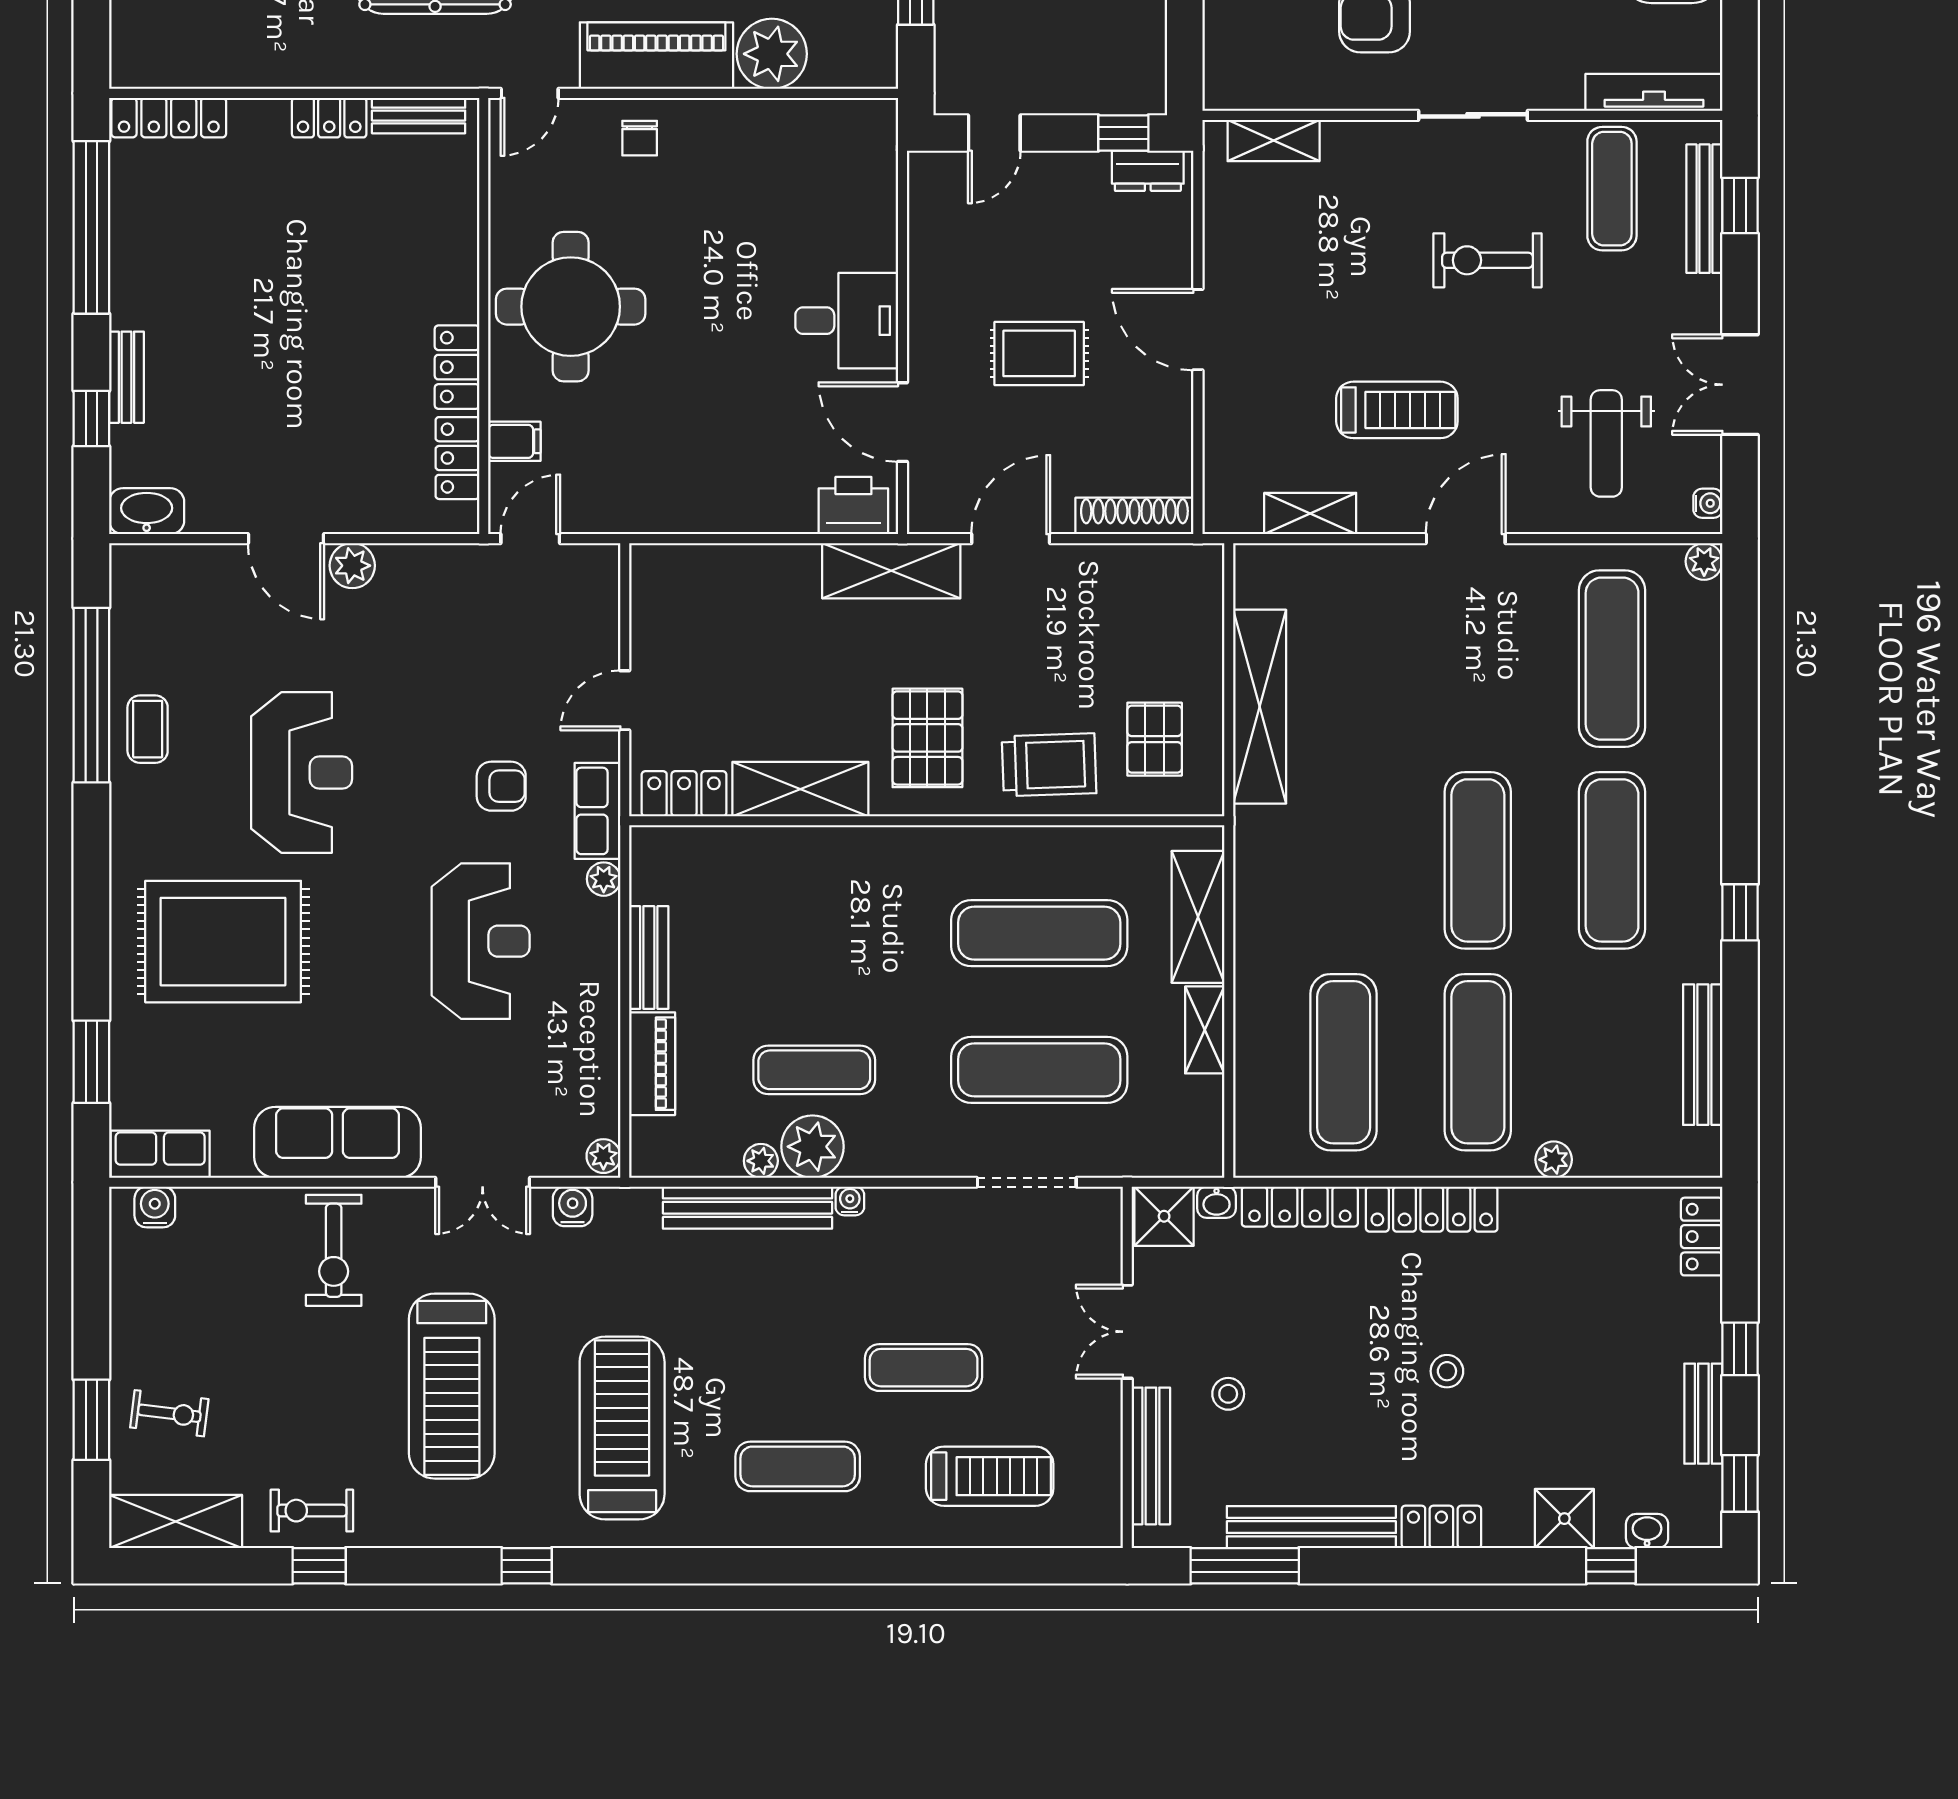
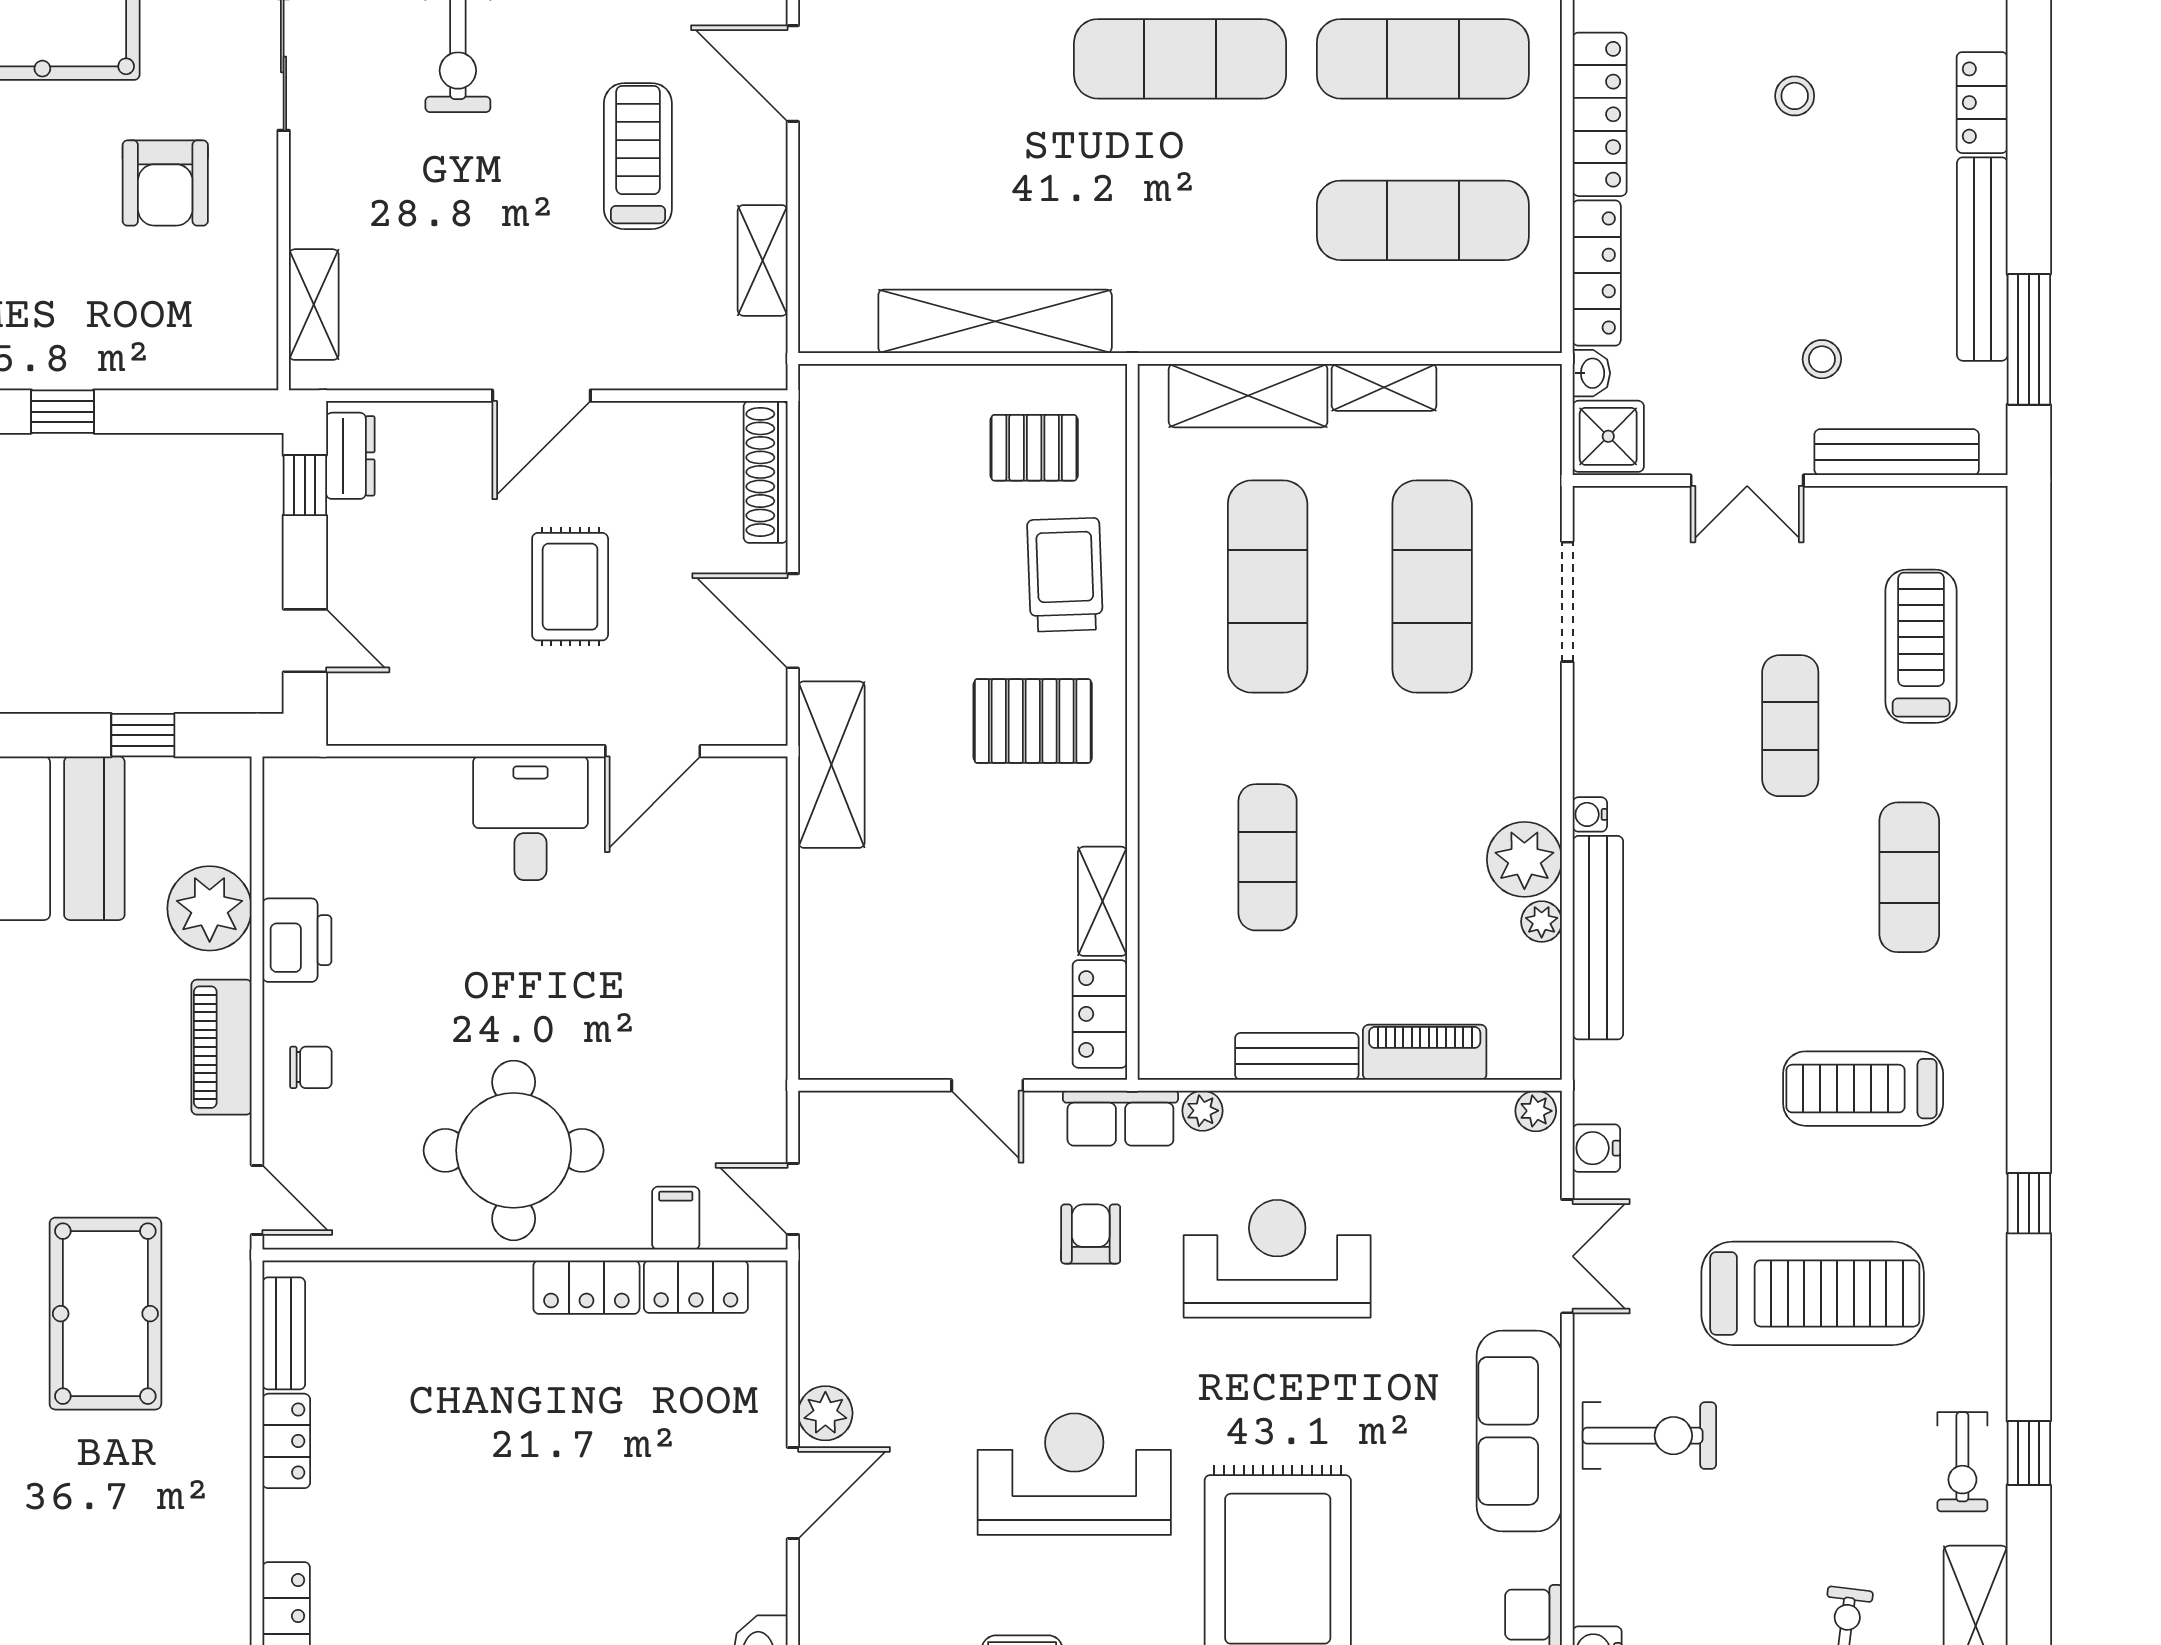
piano: (656, 56) -> (222, 1047), width x0.73, depth x0.75
printer: (853, 506) -> (297, 940), moved, turned 180
shelving: (800, 789) -> (1102, 901), width x0.67, depth x0.75
exercise mat: (814, 1070) -> (1268, 857), moved
treadmill: (622, 1428) -> (1863, 1089), width x0.73, depth x0.73

